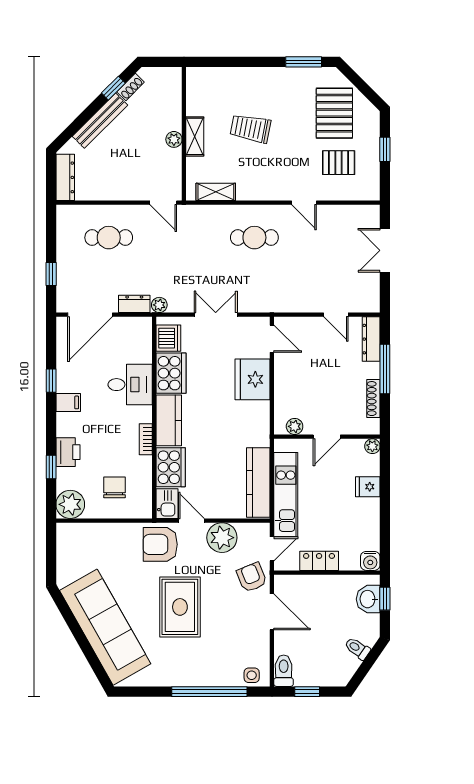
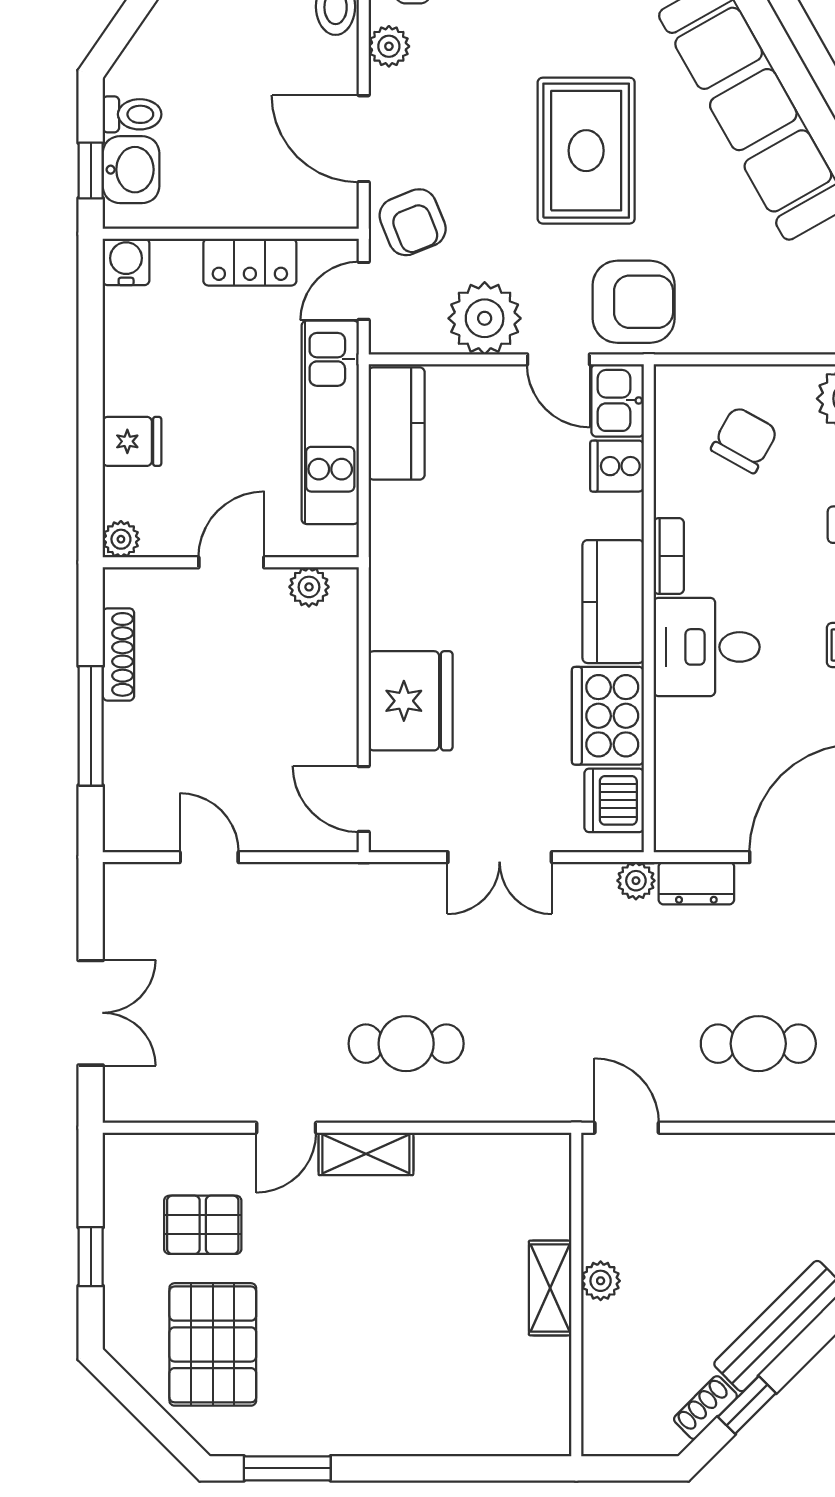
trolley: (250, 128) -> (416, 1307), removed
shelving: (216, 192) -> (366, 1154), moved
door: (304, 203) -> (286, 1128), swing flipped
dresser: (371, 339) -> (124, 798), removed
desk: (130, 385) -> (707, 647), moved
cooker: (171, 467) -> (617, 466), width x0.53, depth x0.76
kitchen counter: (258, 482) -> (397, 423), width x0.67
chair: (114, 487) -> (744, 440), turned -151
toilet: (357, 648) -> (132, 114), moved, turned -35
plant: (262, 650) -> (389, 46), added

